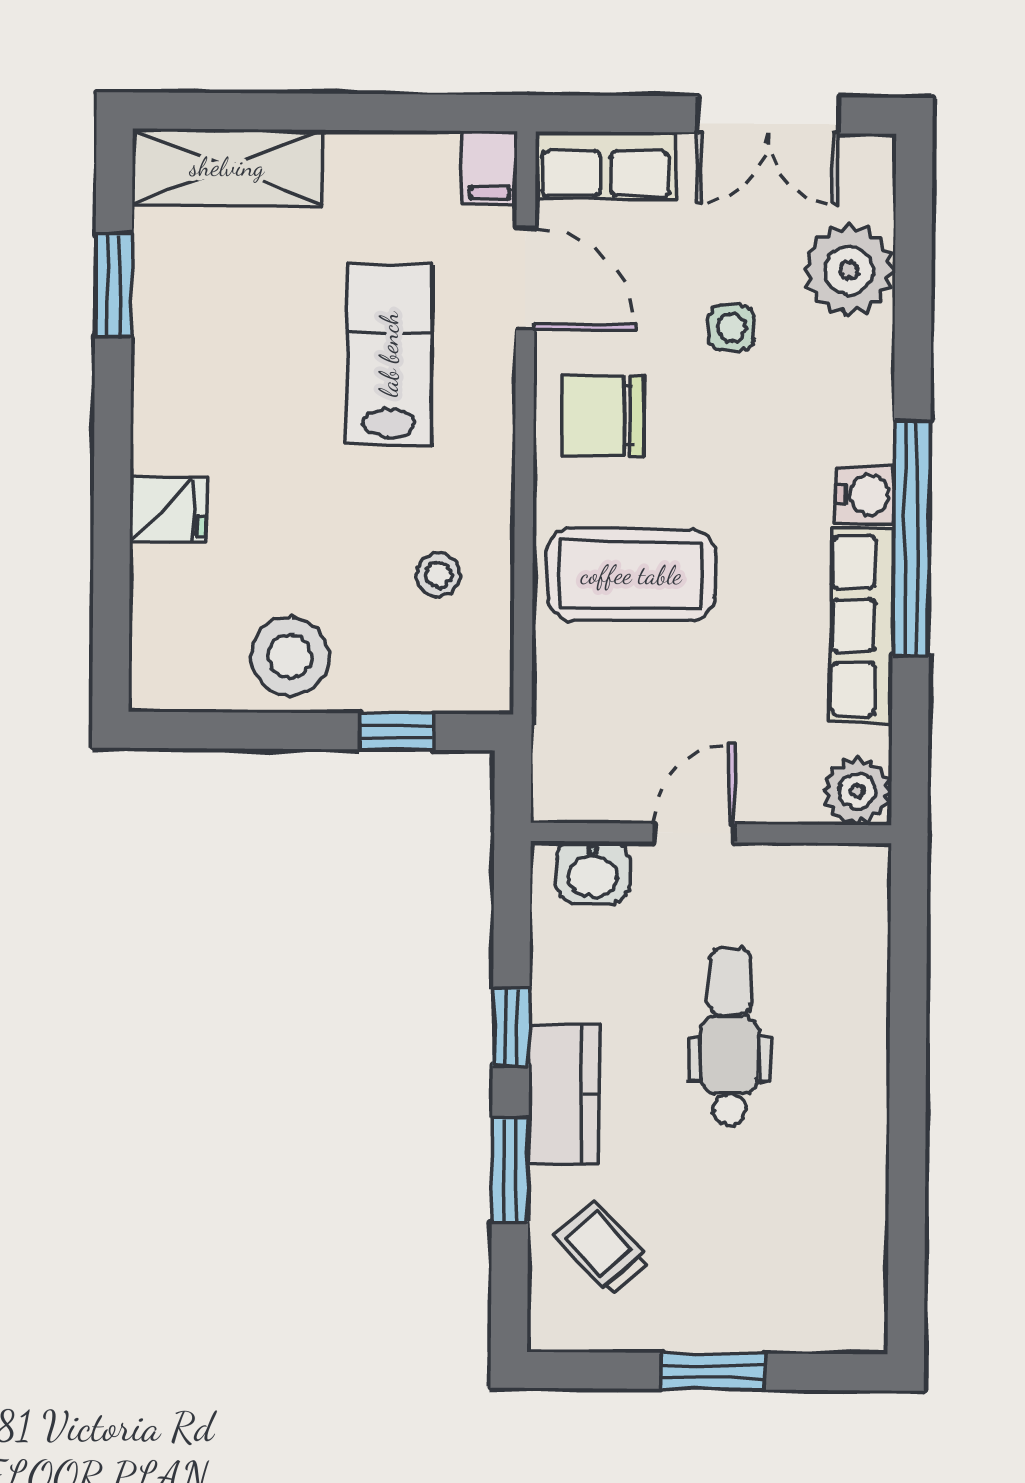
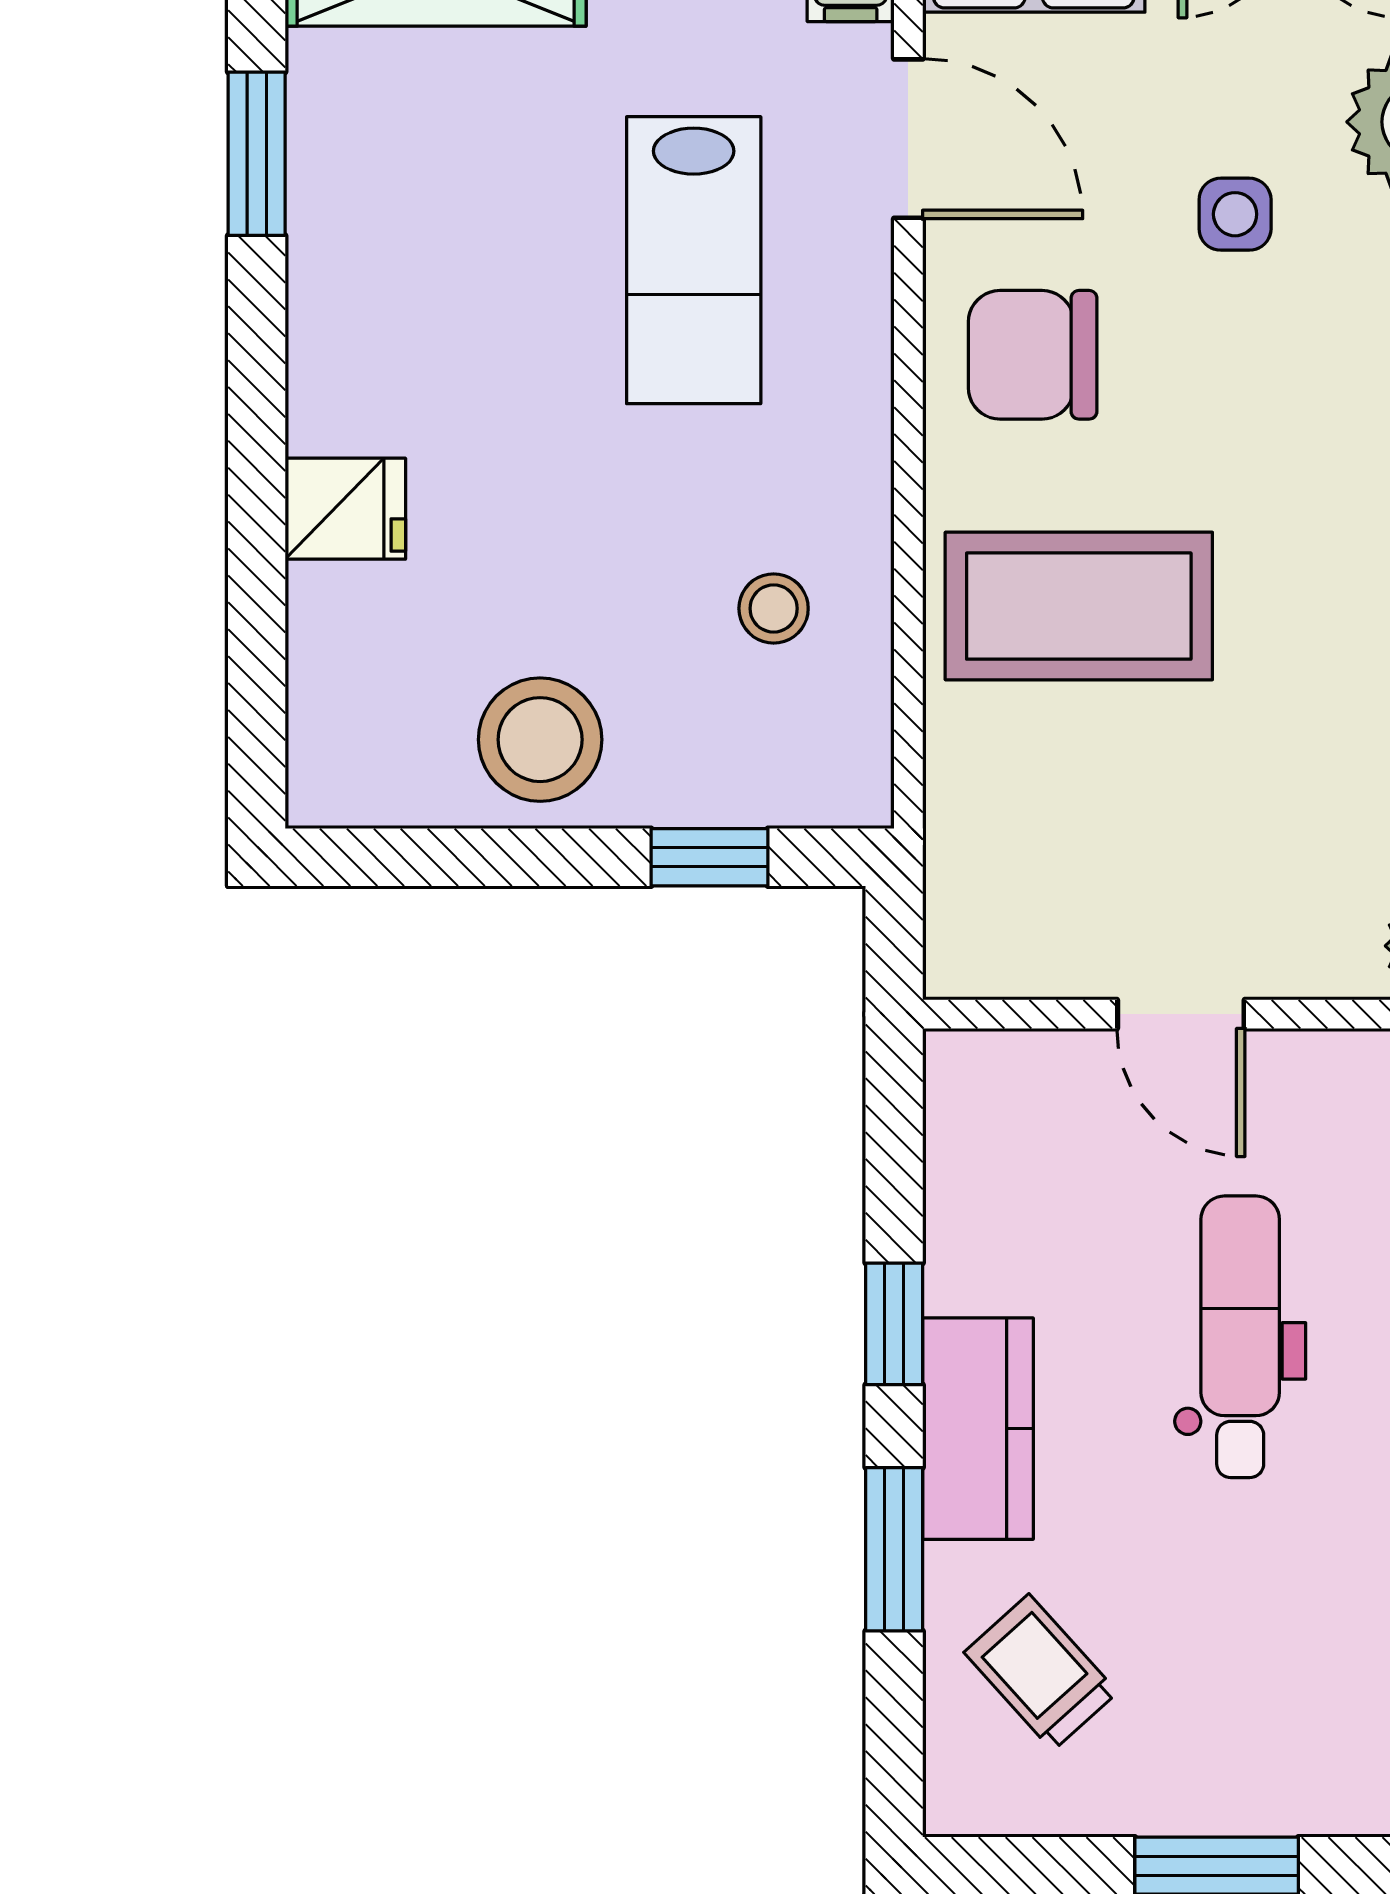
lab bench: (389, 354) -> (694, 260), turned 180
door: (694, 833) -> (1181, 1014), swing flipped
washbasin: (593, 872) -> (1022, 1077), removed

